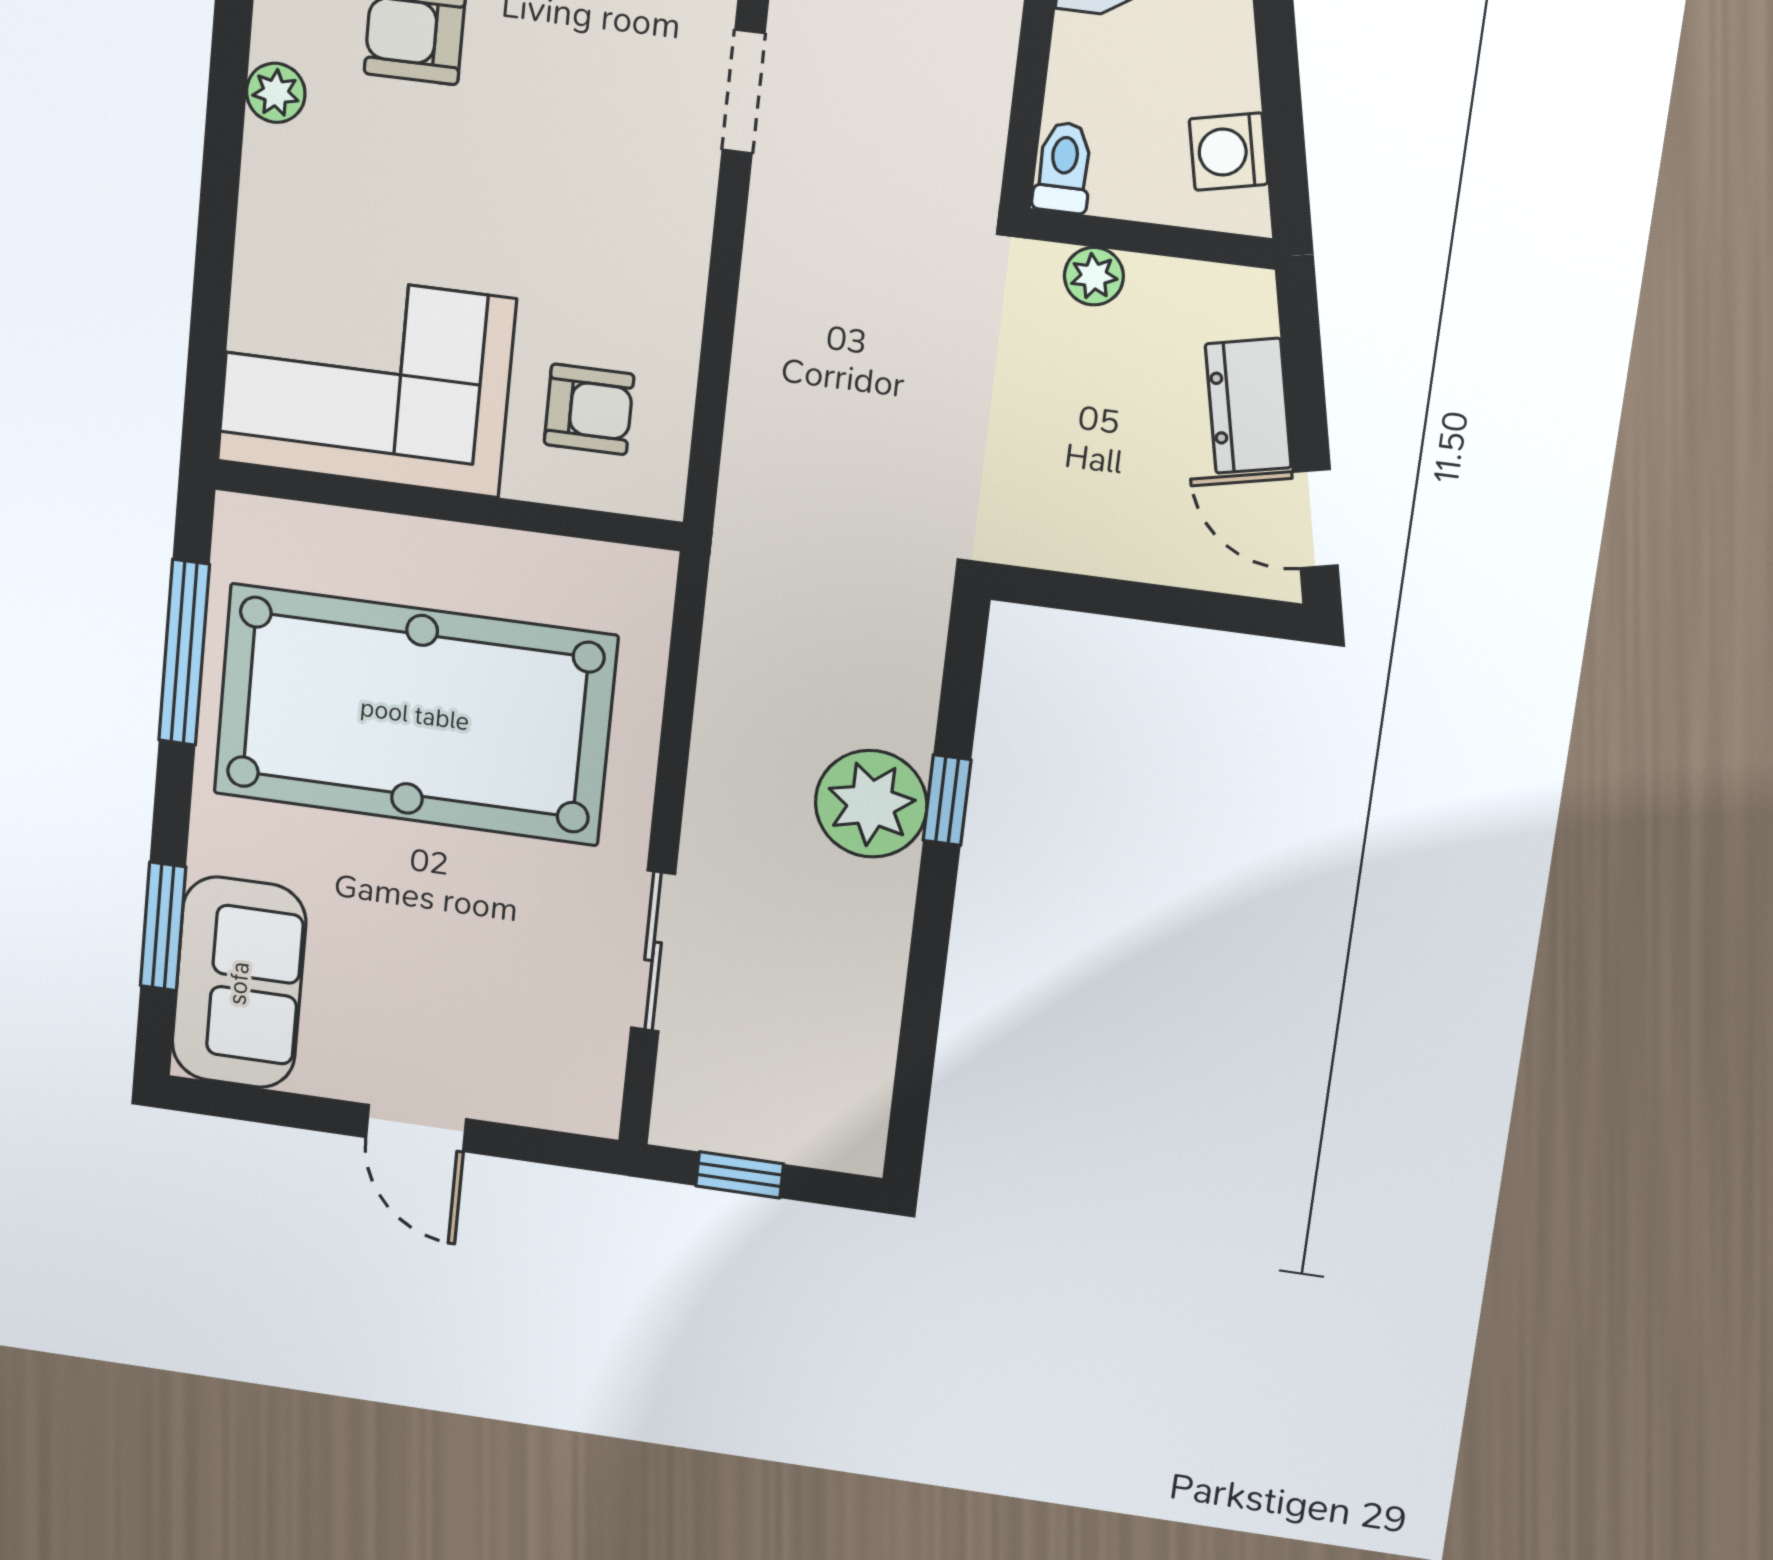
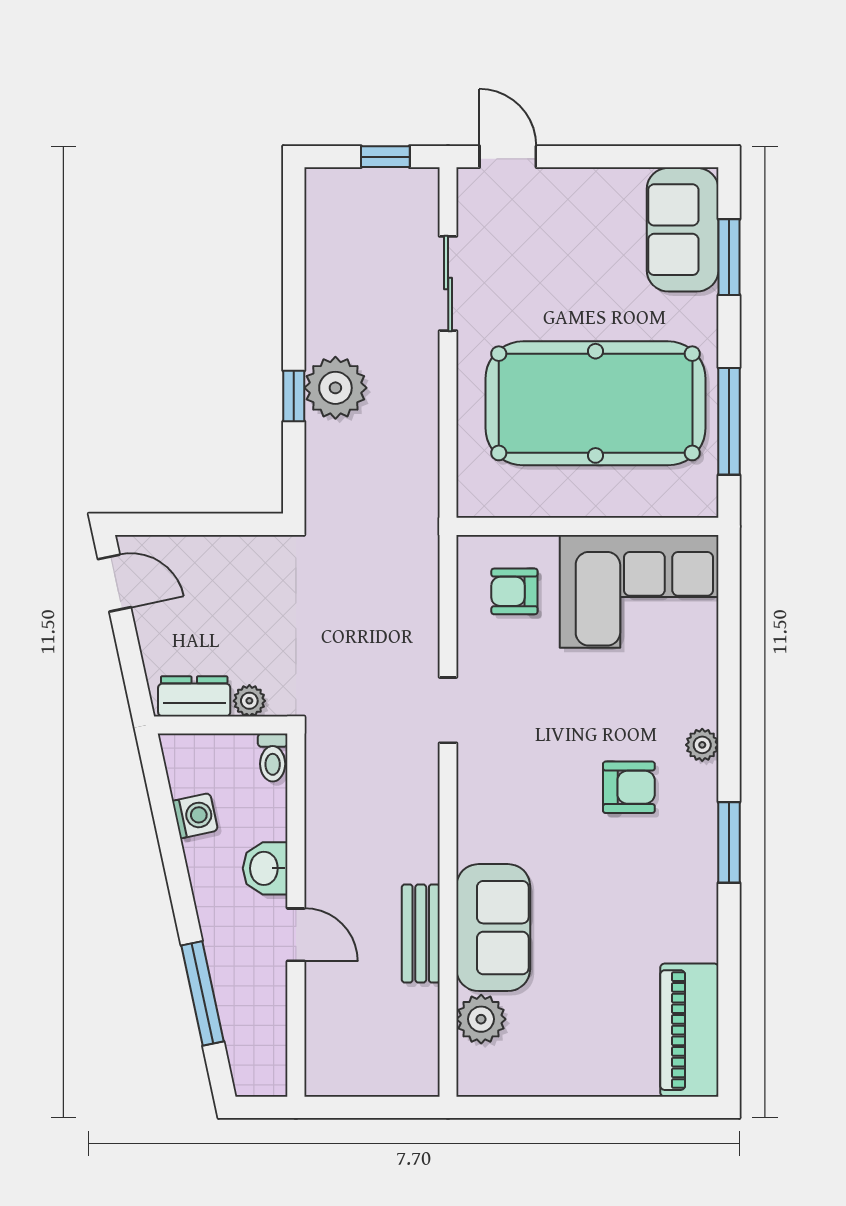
doorway: (744, 92) -> (448, 710), moved
washing machine: (1228, 152) -> (195, 816), moved
dresser: (1248, 406) -> (194, 696), moved, turned -78
door: (416, 1128) -> (508, 157), moved

